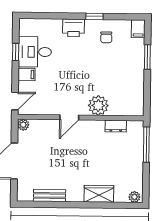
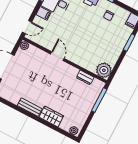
plant: (98, 106) -> (104, 70), moved
door: (69, 117) -> (57, 56), swing flipped
bench: (49, 196) -> (30, 107), moved

